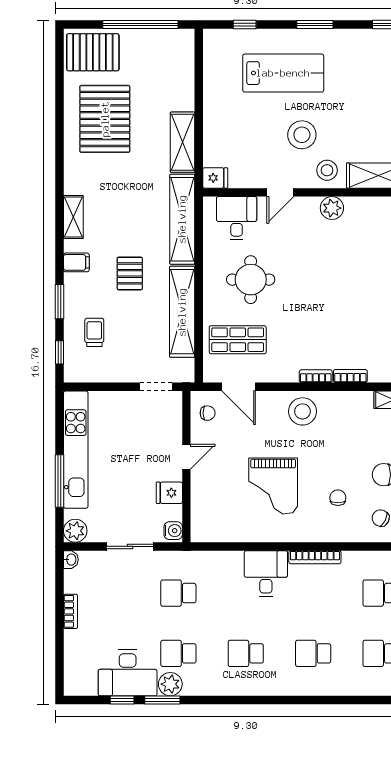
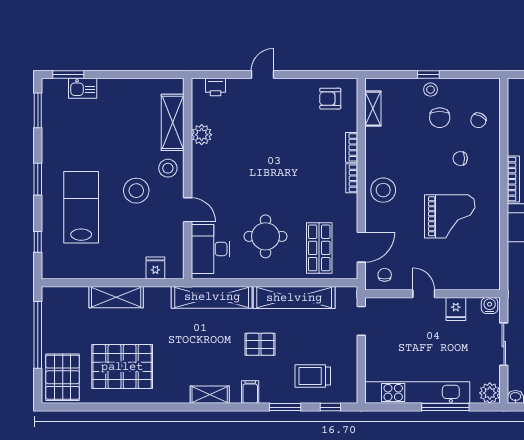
shelving: (183, 142) -> (116, 297), moved
fridge: (215, 178) -> (155, 268), moved
plant: (332, 208) -> (202, 135), moved
desk: (237, 218) -> (211, 249), width x1.37
trolley: (94, 332) -> (313, 376), width x1.36, depth x1.39

